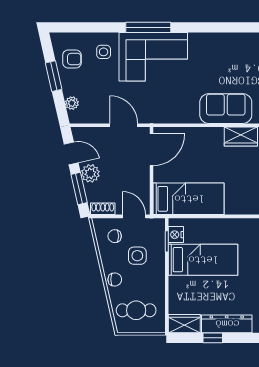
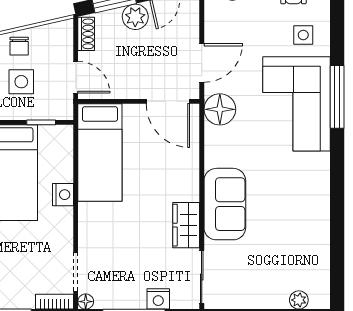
floor lamp: (157, 112) -> (220, 109), added
door: (134, 216) -> (76, 77), hinge flipped
nightstand: (176, 235) -> (63, 195), moved, turned 90
chair: (115, 236) -> (19, 46), moved, turned 180

